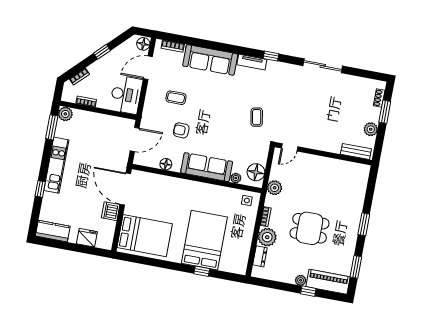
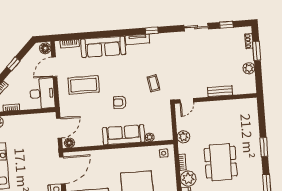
sliding door: (323, 66) -> (196, 27), width x0.73
window: (358, 72) -> (226, 25), added
coffee table: (176, 98) -> (84, 85), width x1.86, depth x1.72
armchair: (181, 130) -> (120, 102), moved
bench: (356, 152) -> (220, 91), moved
floor lamp: (166, 164) -> (69, 143), moved
floor lamp: (256, 172) -> (165, 128), removed
door: (125, 189) -> (62, 170), swing flipped
dining table: (309, 228) -> (221, 162), width x1.37

